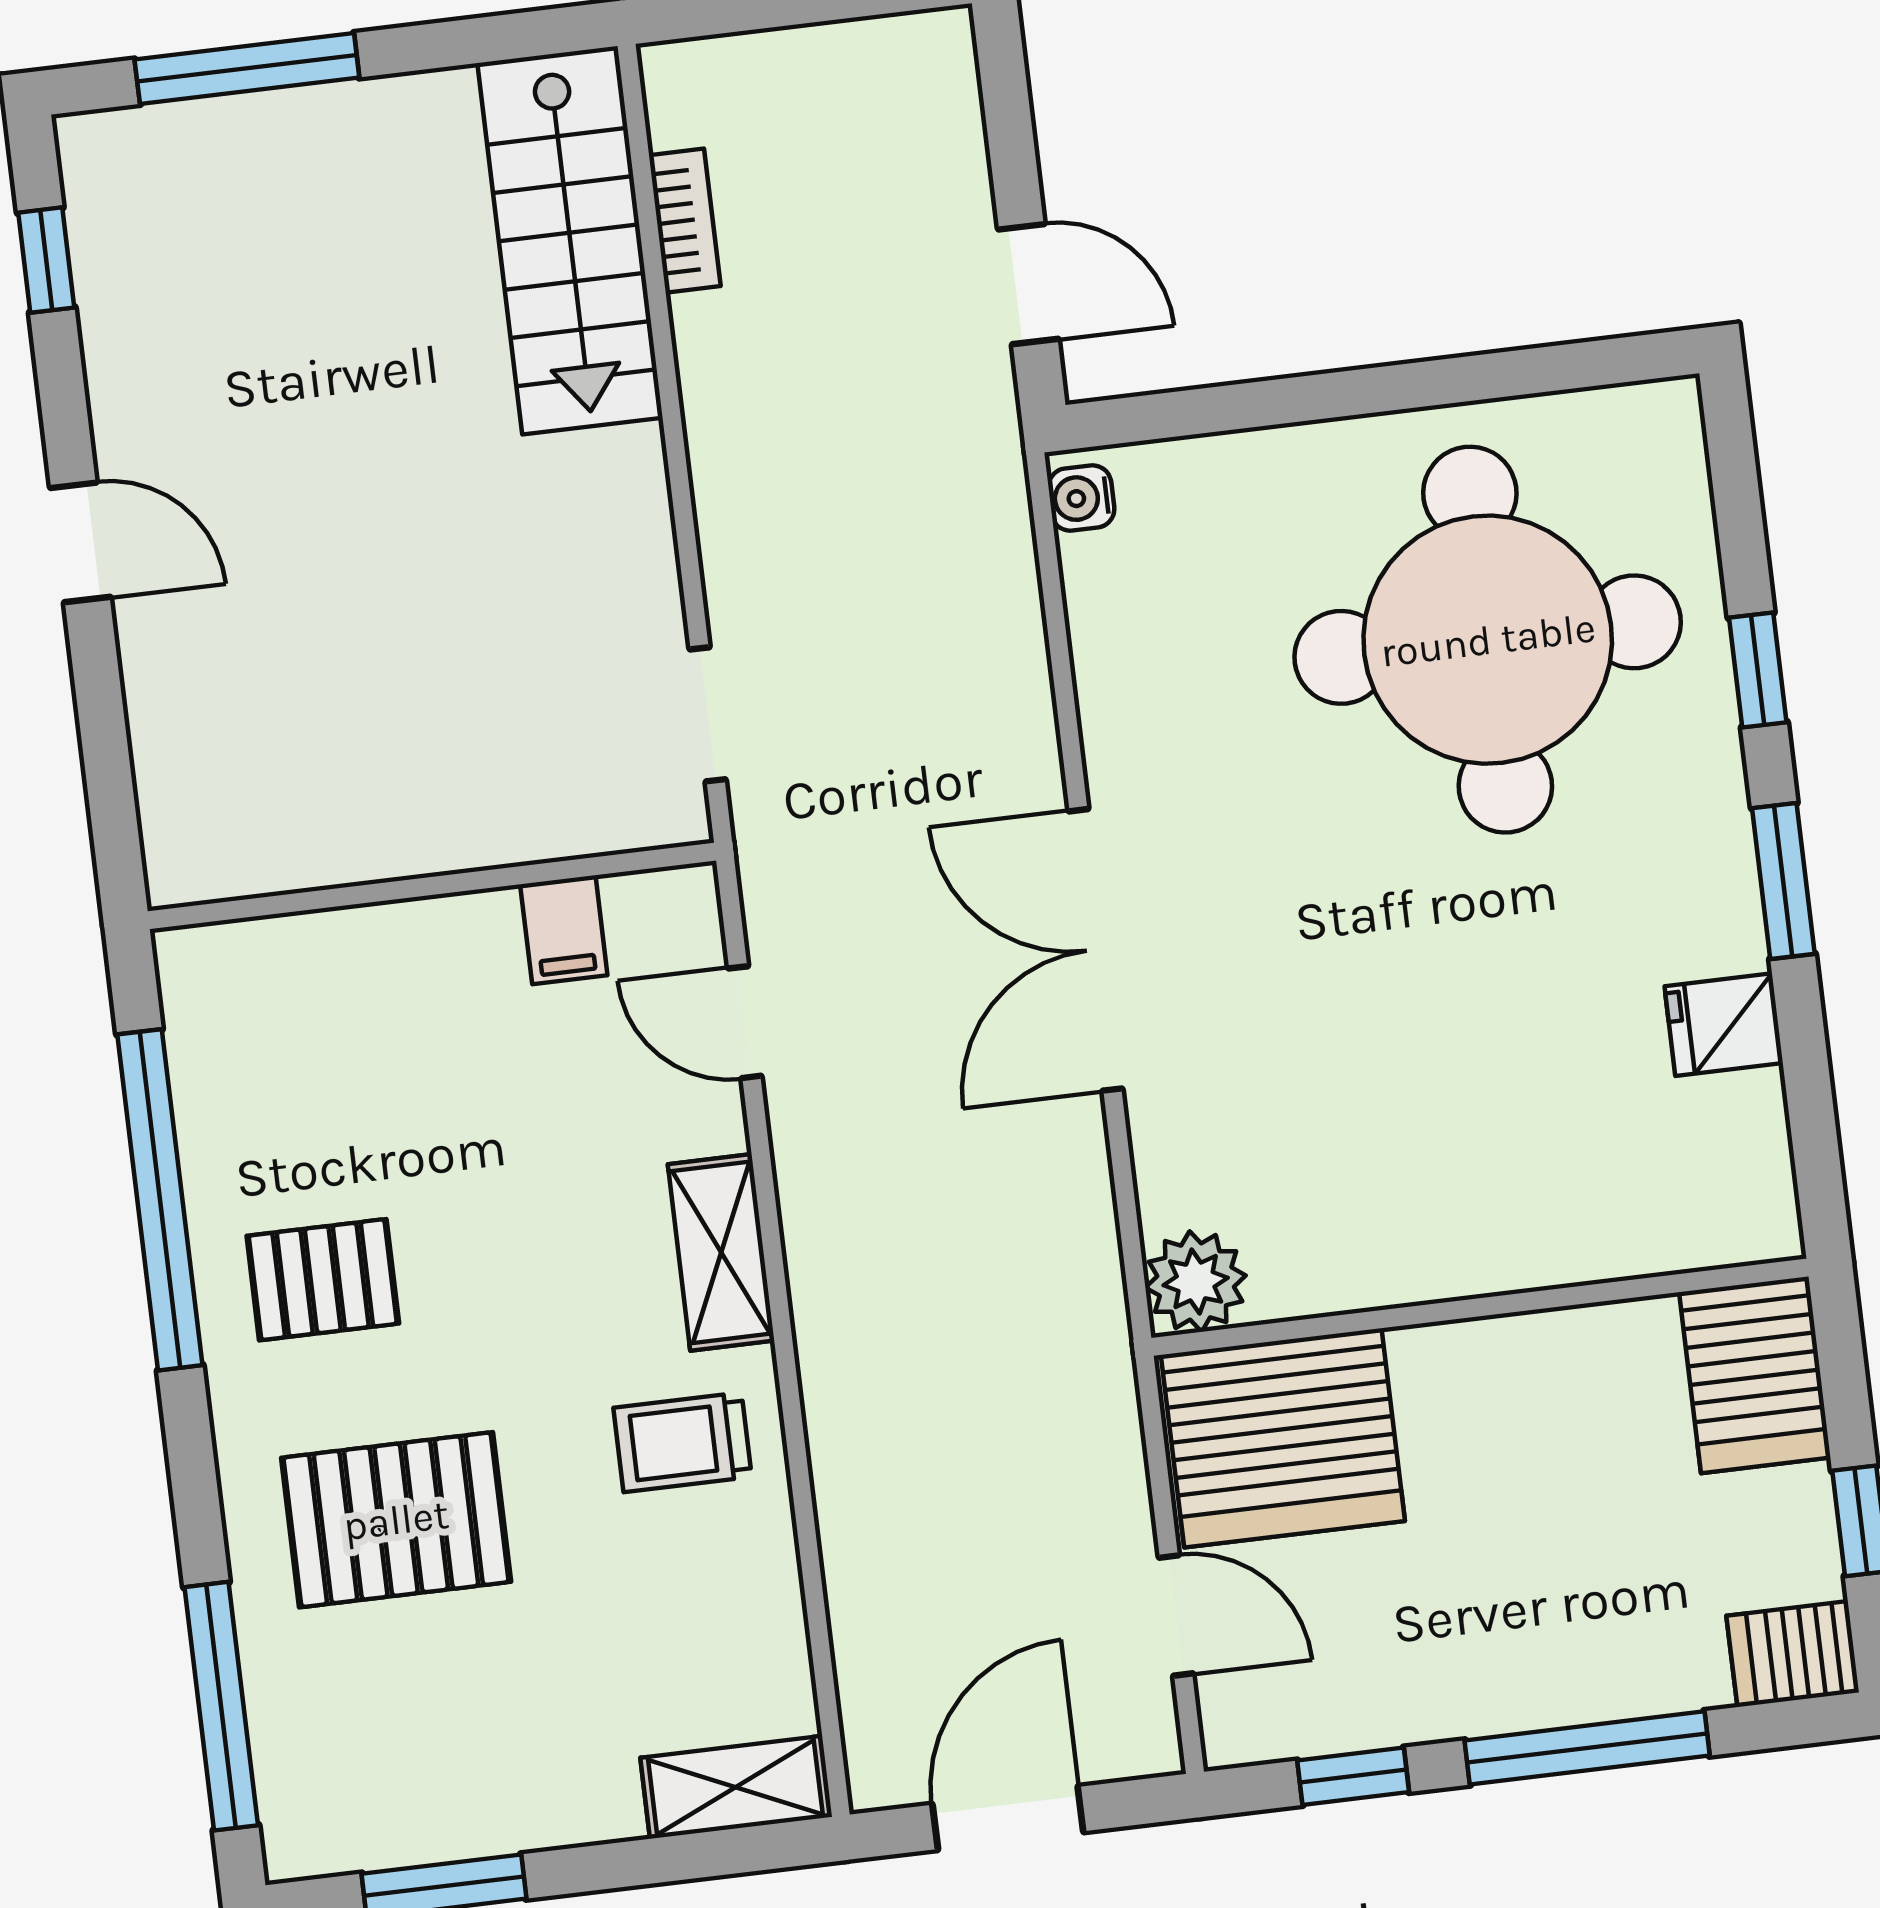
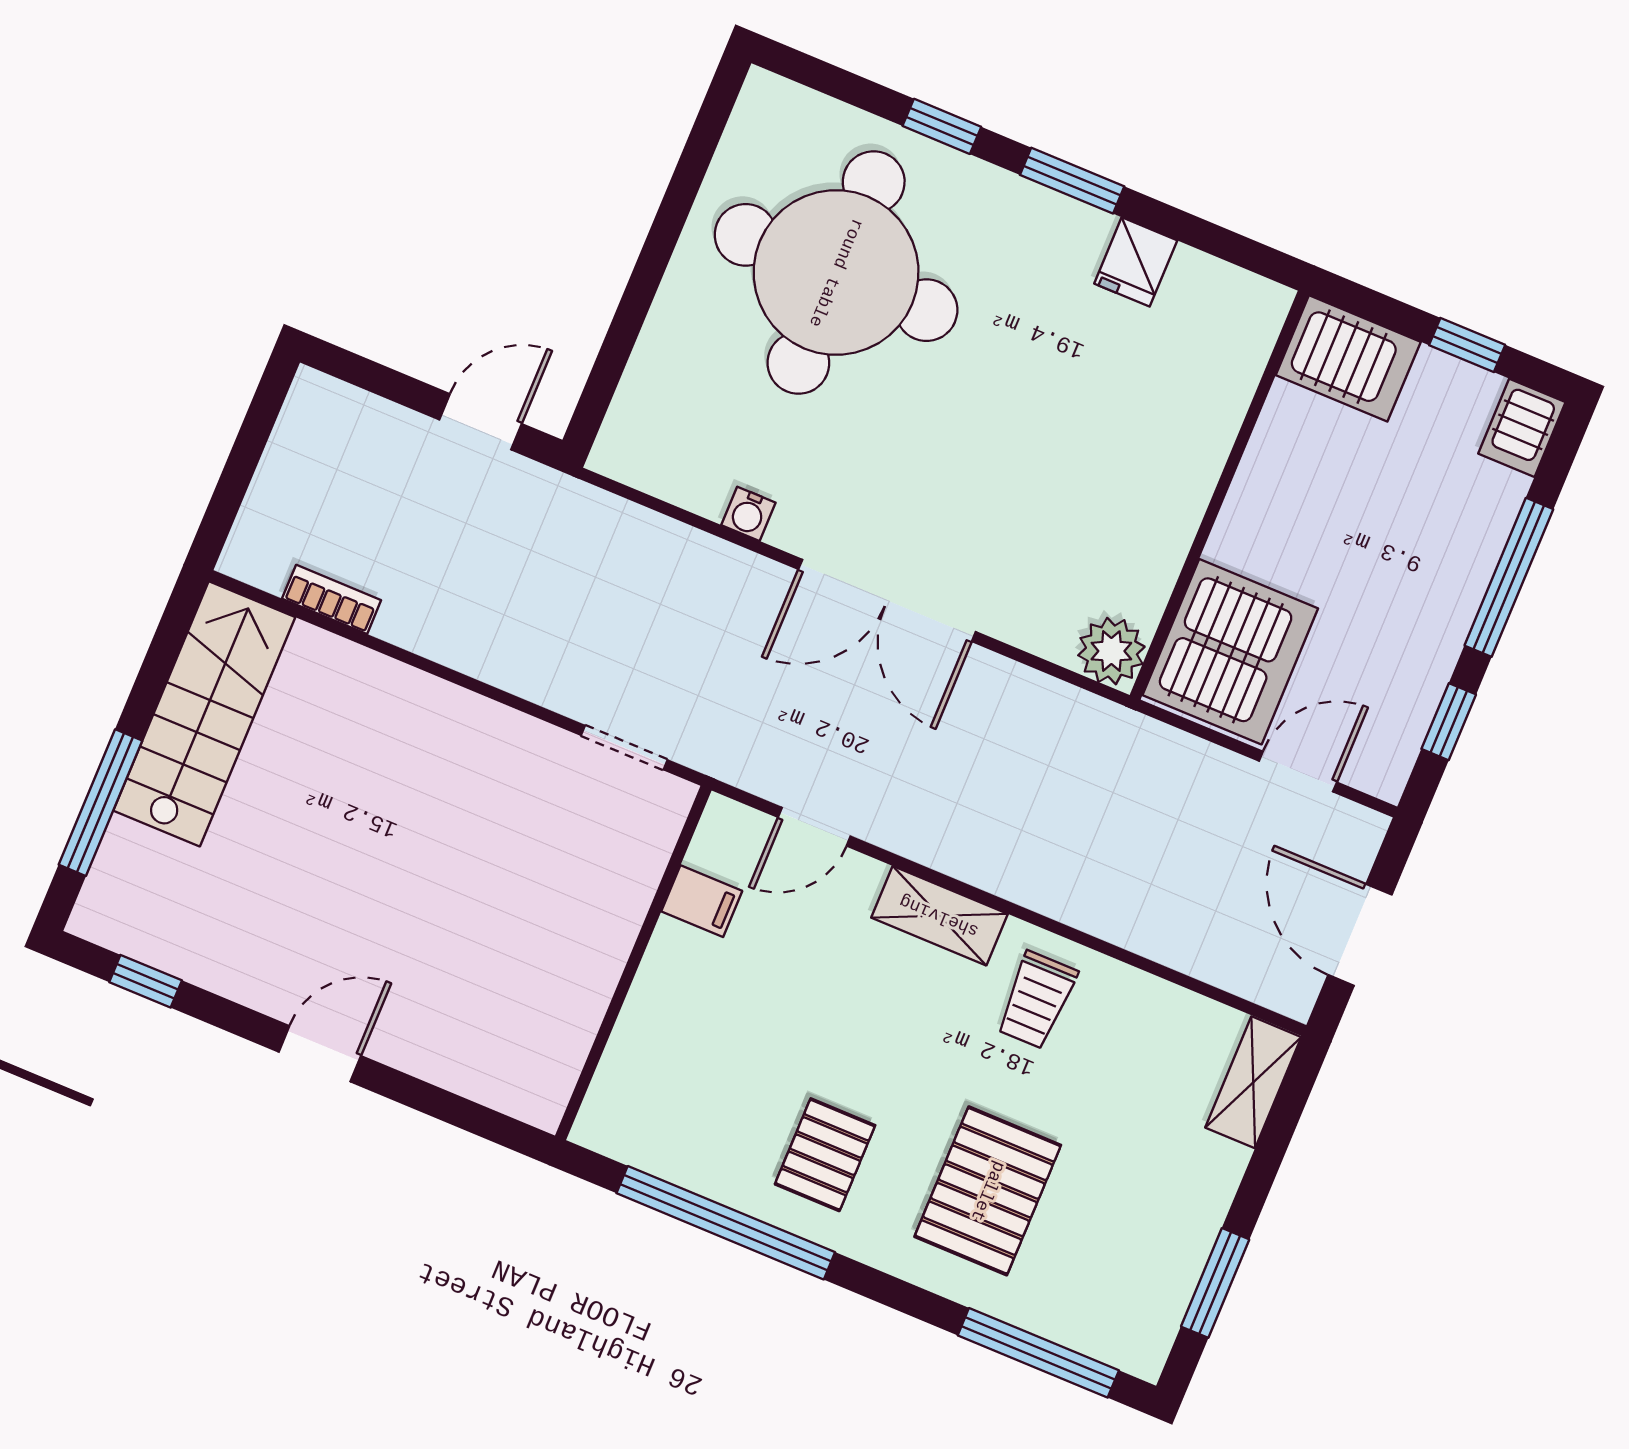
stairs: (570, 240) -> (204, 714), moved, turned -90
water cooler: (1081, 498) -> (748, 514), moved

